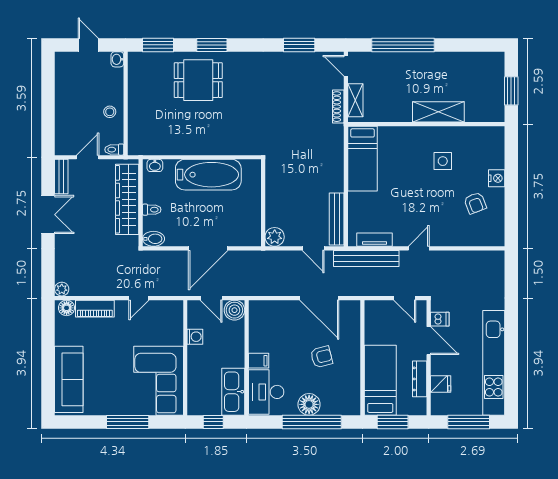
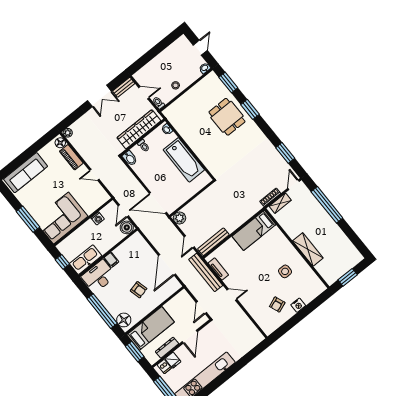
door: (208, 248) -> (158, 203), moved
dishwasher: (440, 319) -> (164, 366), moved
floor lamp: (309, 404) -> (124, 320), moved

